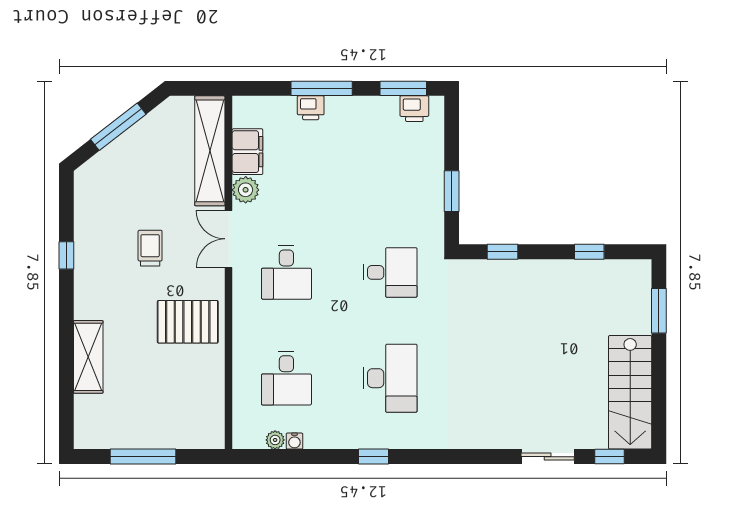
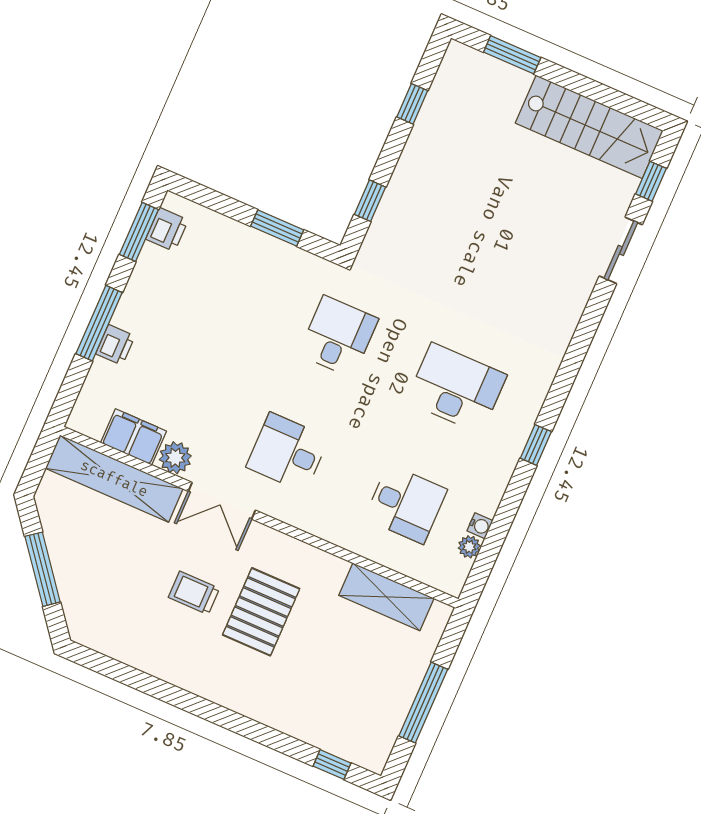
window: (66, 255) -> (332, 765), moved
desk: (286, 272) -> (288, 452), turned 180
pallet: (188, 322) -> (261, 612), moved
shelving: (88, 357) -> (386, 597), moved

